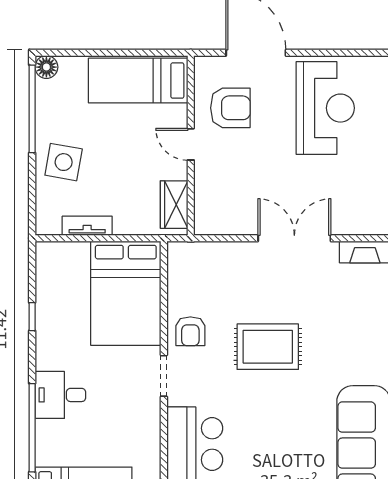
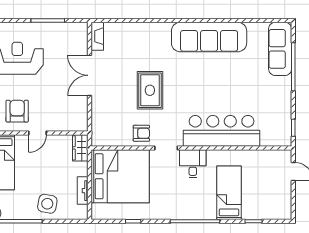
wardrobe: (174, 205) -> (80, 148), moved, turned 90
bed: (126, 293) -> (120, 176), width x1.36
desk: (60, 395) -> (193, 164), moved, turned 180

